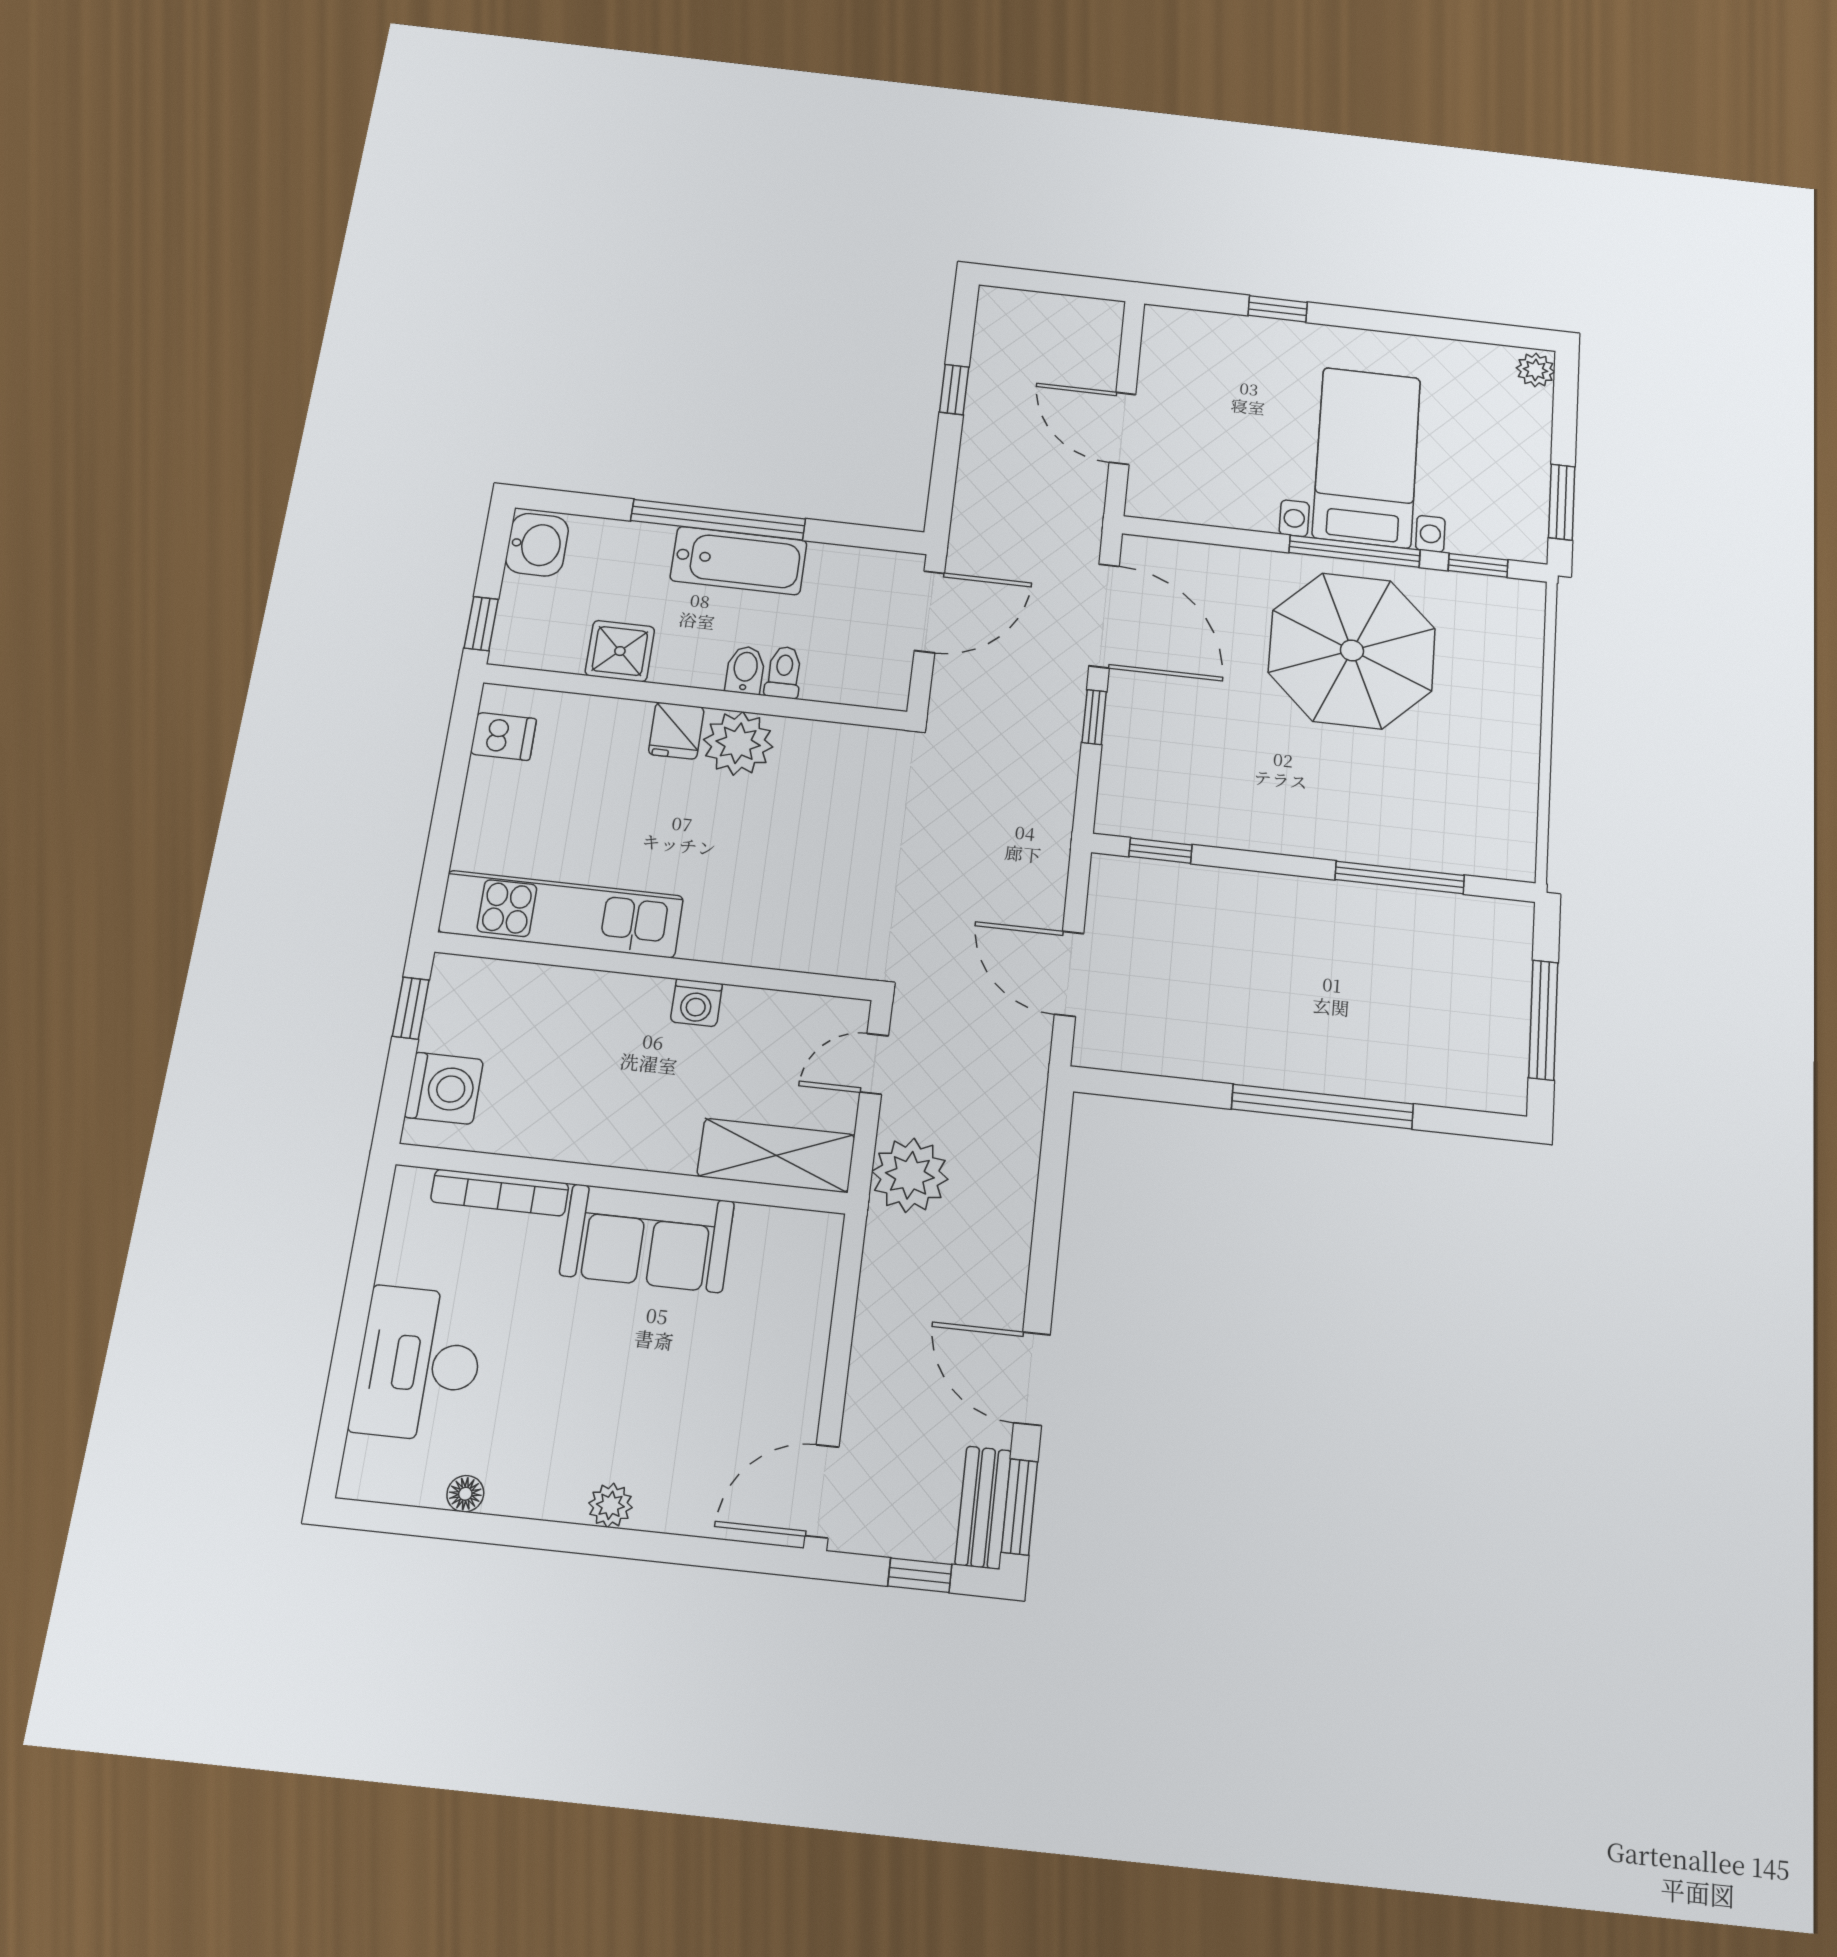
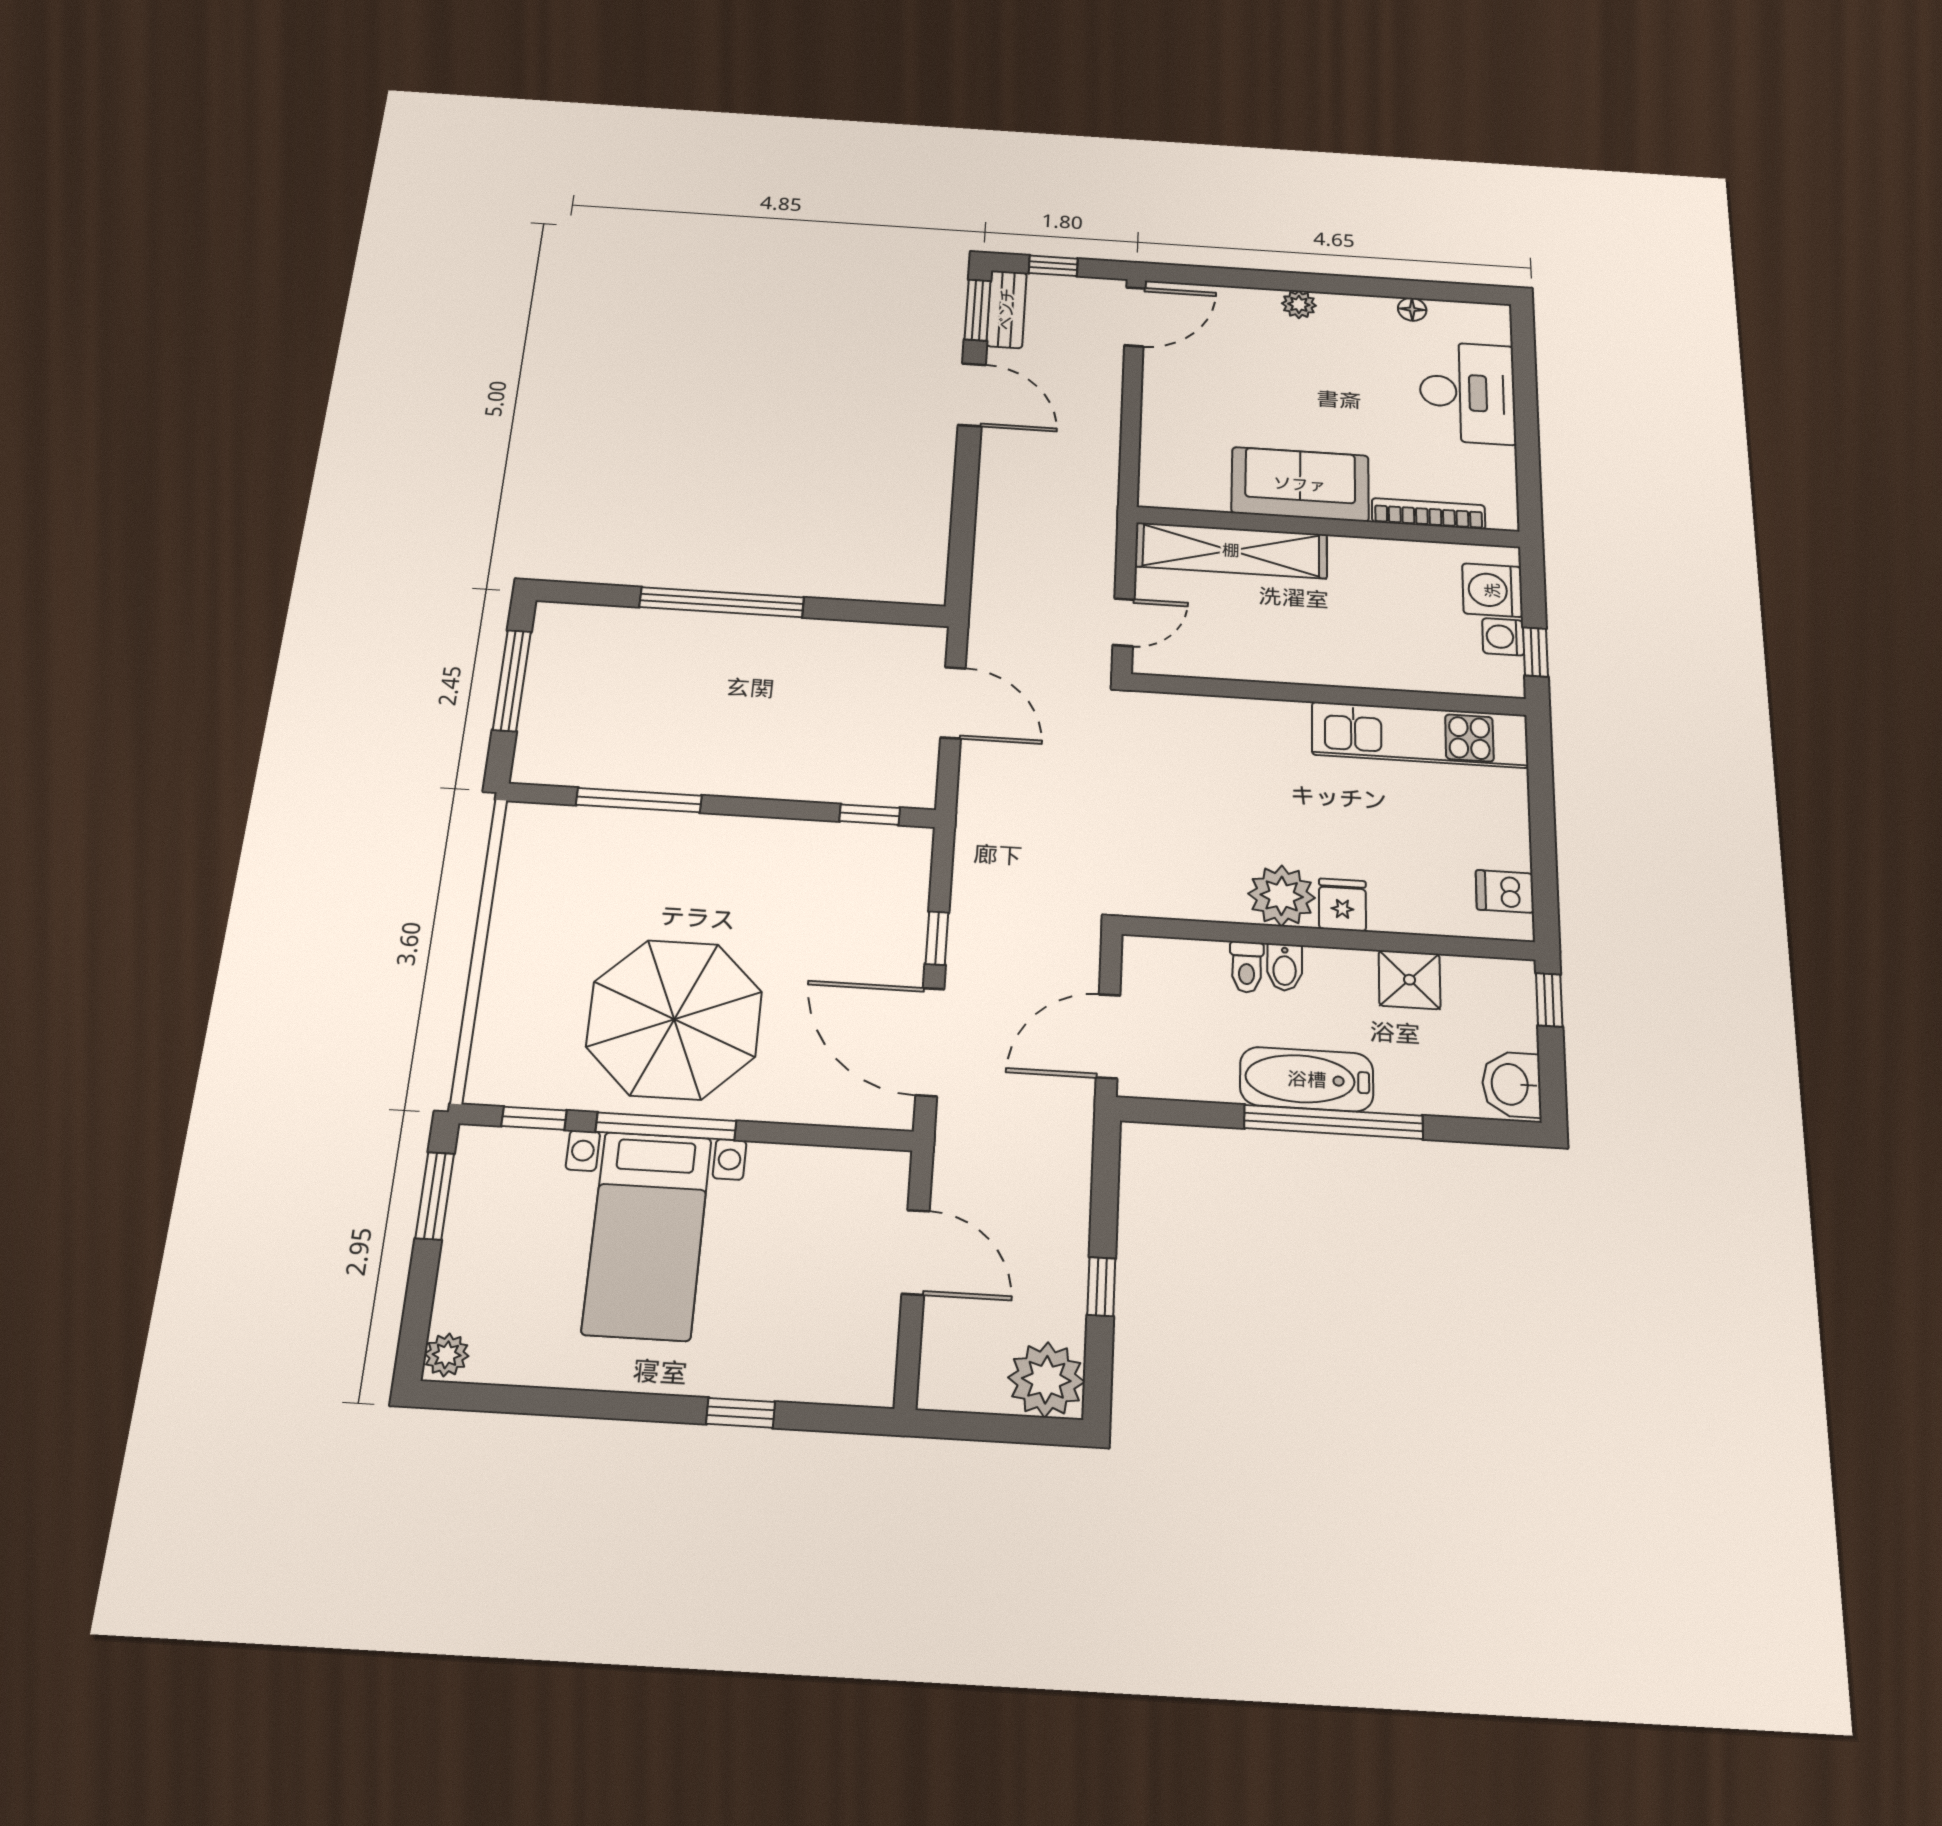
washing machine: (696, 1003) -> (1503, 637), moved, turned -90
shelving: (776, 1155) -> (1231, 550), width x1.47
plant: (910, 1175) -> (1046, 1380), moved

